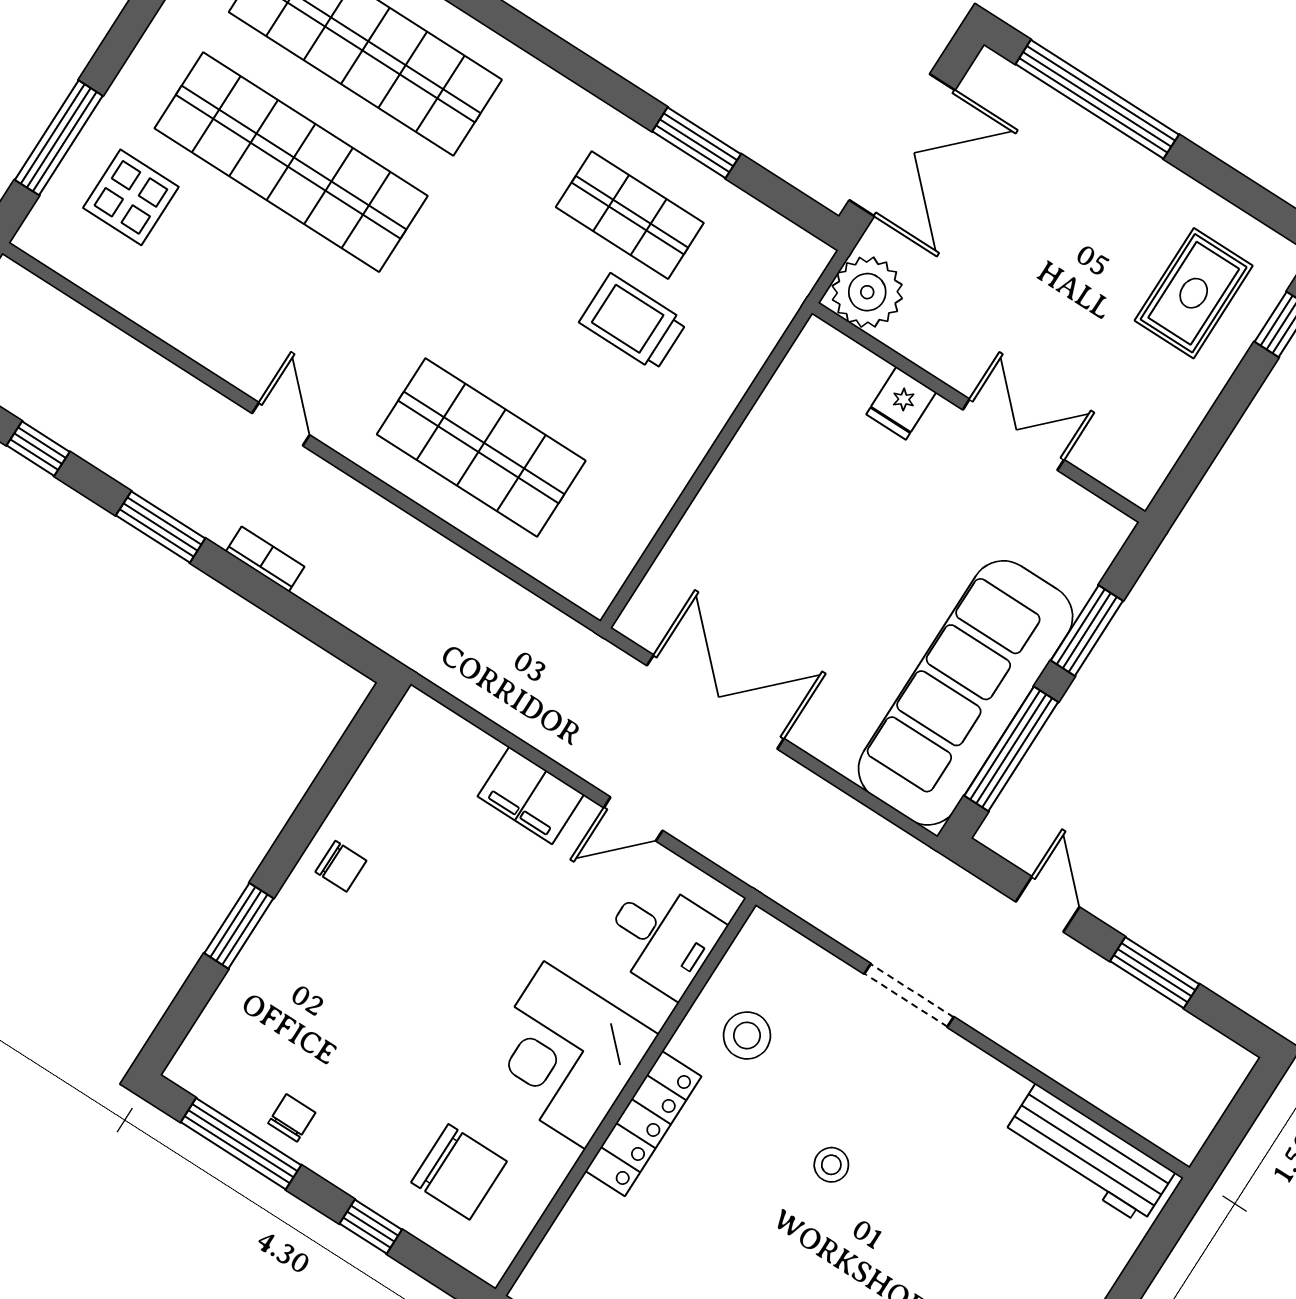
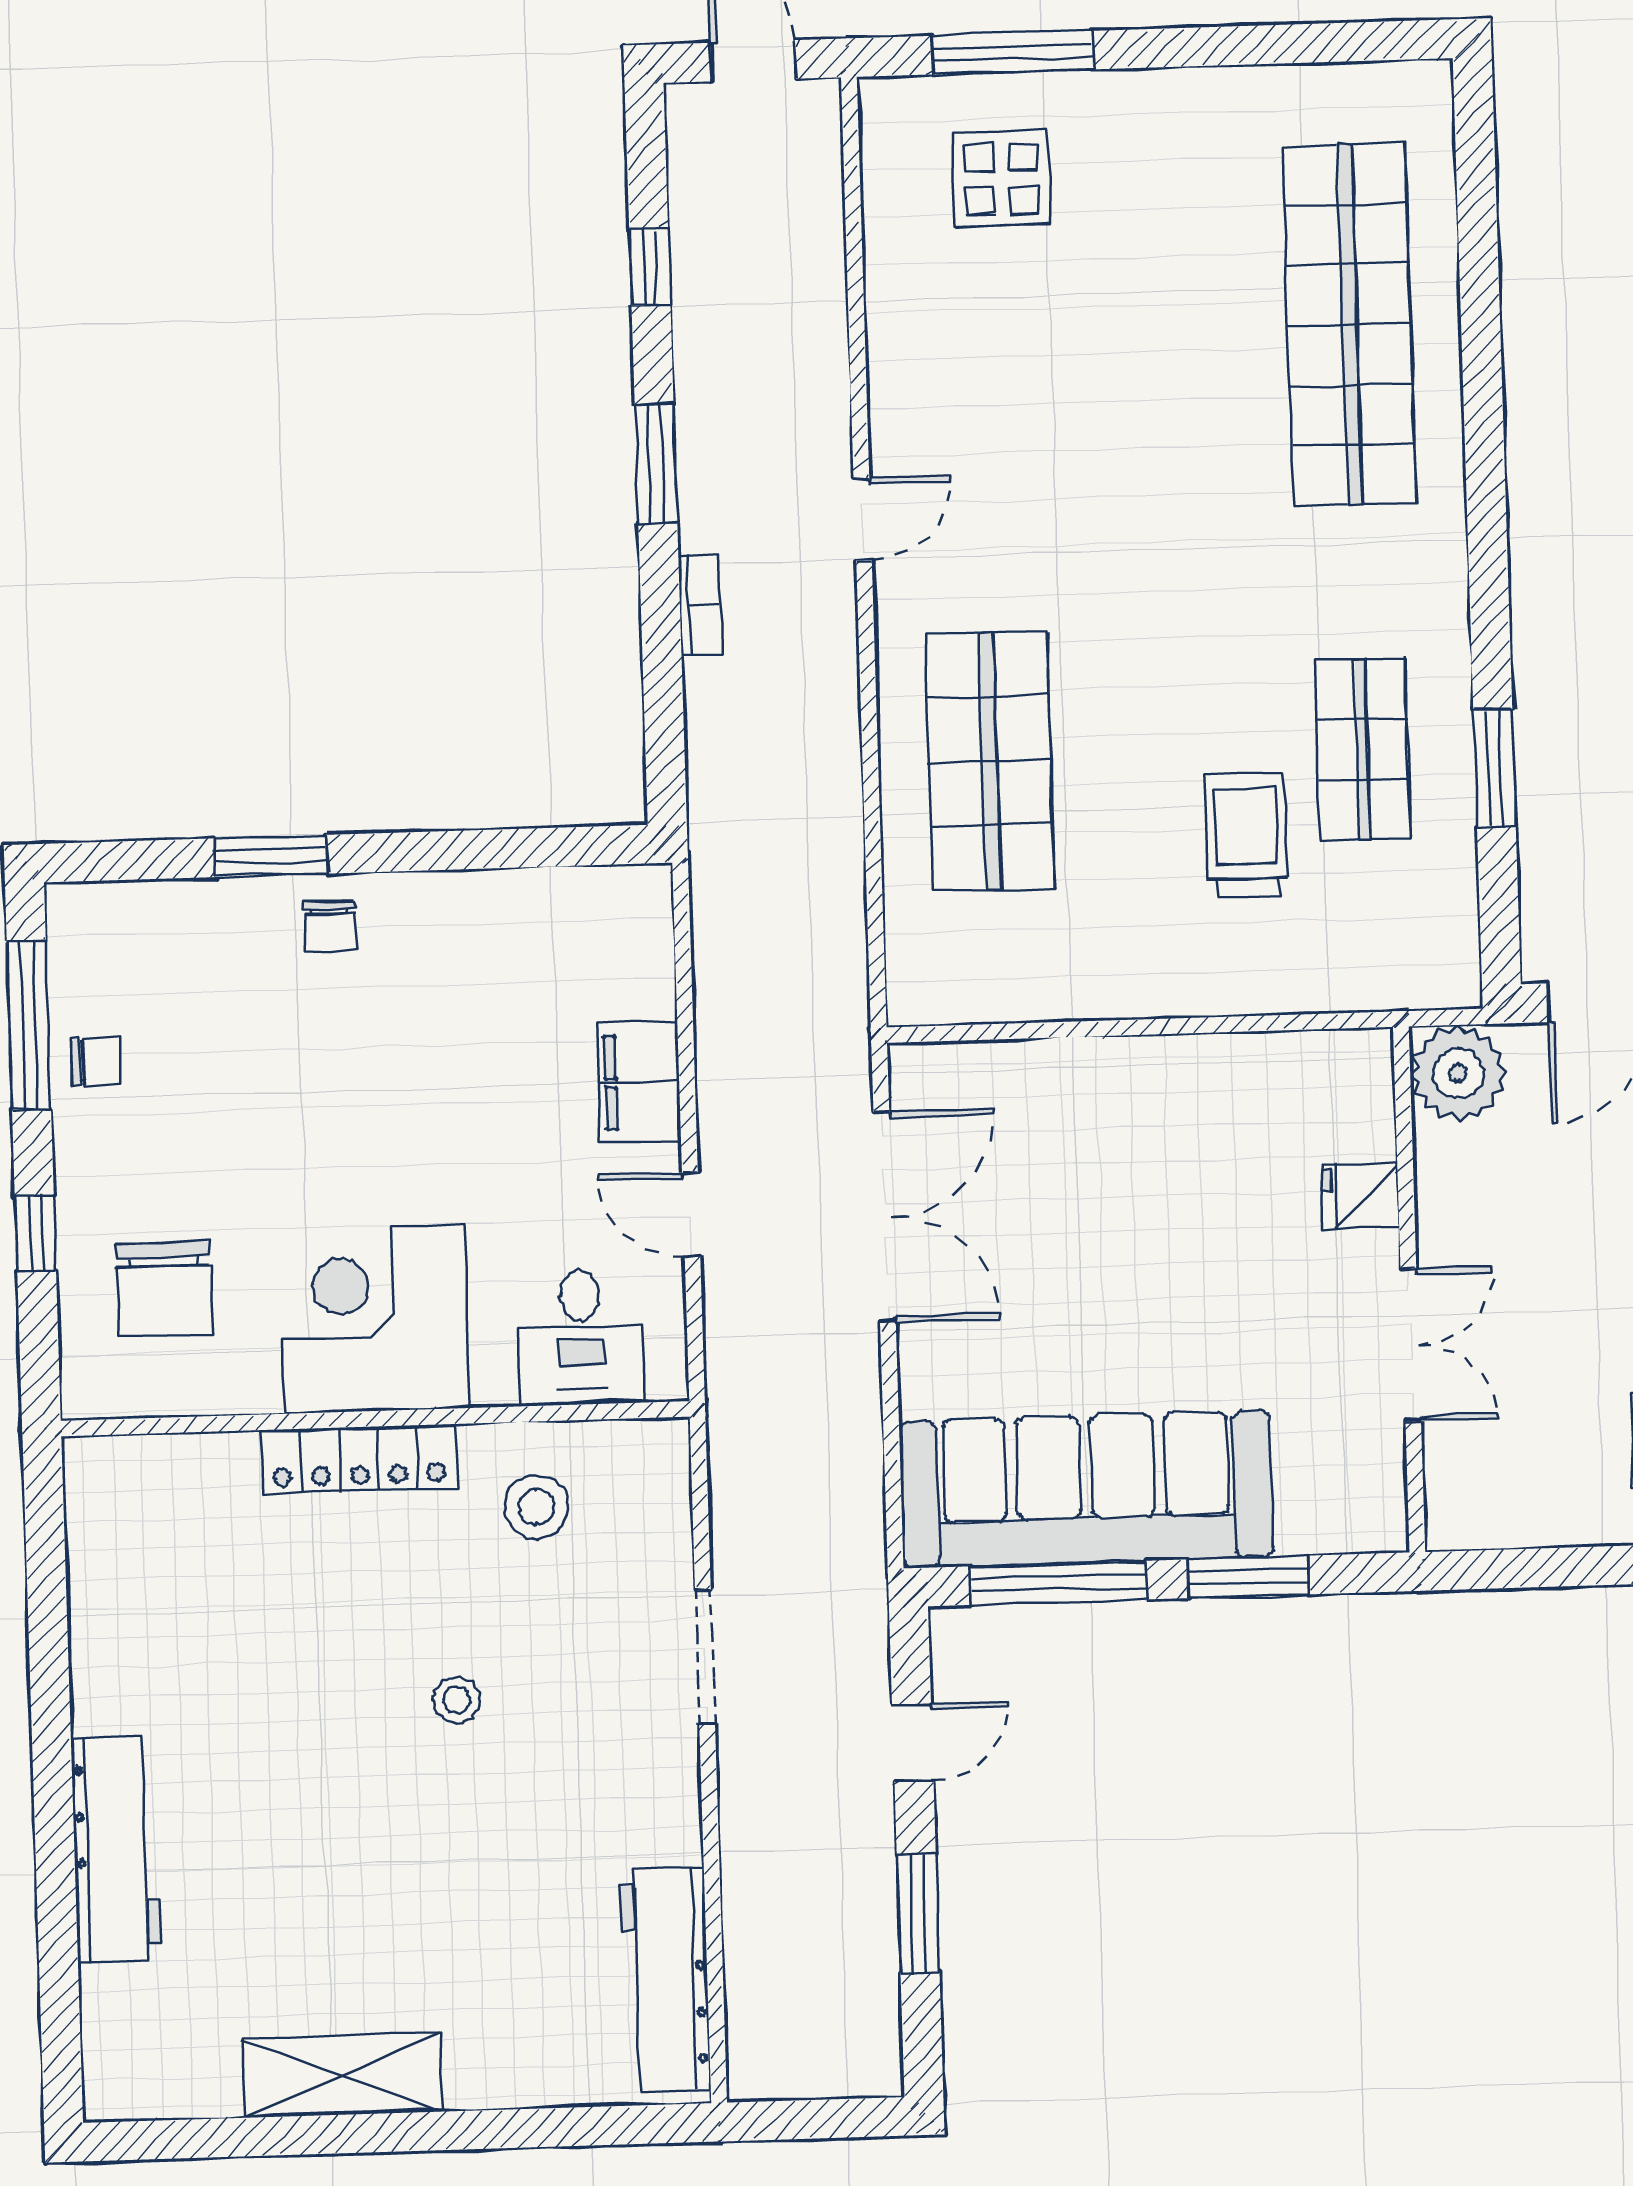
shop shelf: (291, 162) -> (1163, 330), removed
chair: (341, 866) -> (329, 926), moved

